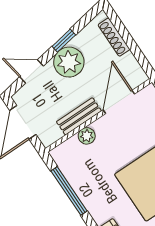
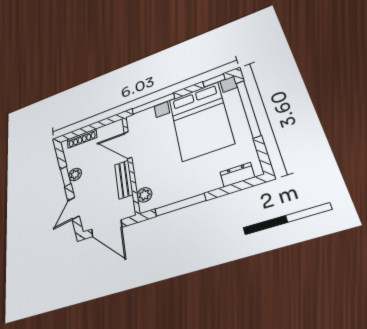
plant: (69, 62) -> (75, 174), width x0.53, depth x0.53
plant: (87, 136) -> (144, 195), moved

